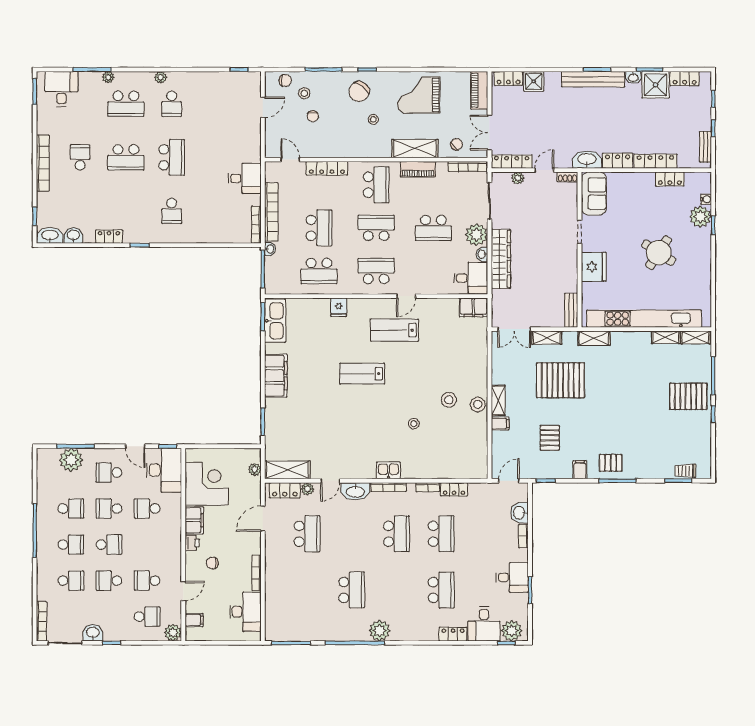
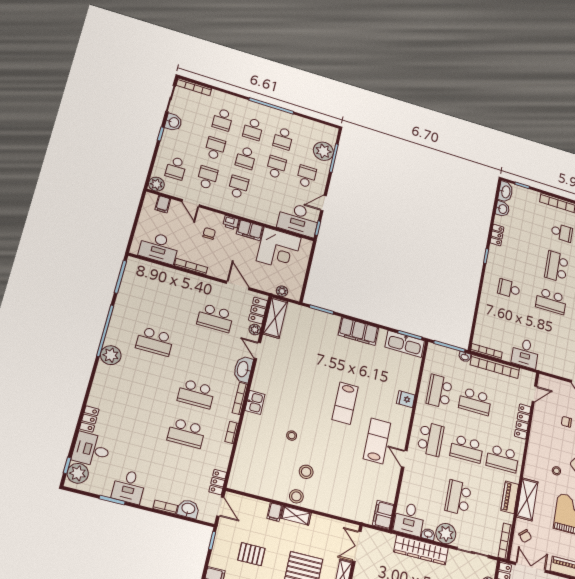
school desk: (376, 228) -> (467, 449), turned 90
lab bench: (362, 374) -> (345, 403), turned 180
locker: (454, 489) -> (218, 482), moved
school desk: (147, 509) -> (238, 187), moved
school desk: (441, 590) -> (134, 419), removed

